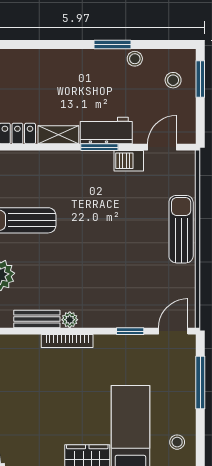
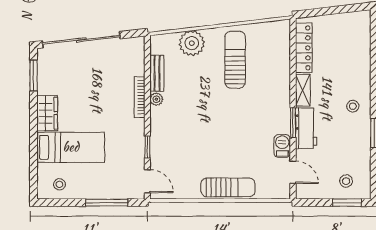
stool: (135, 59) -> (353, 106), moved

